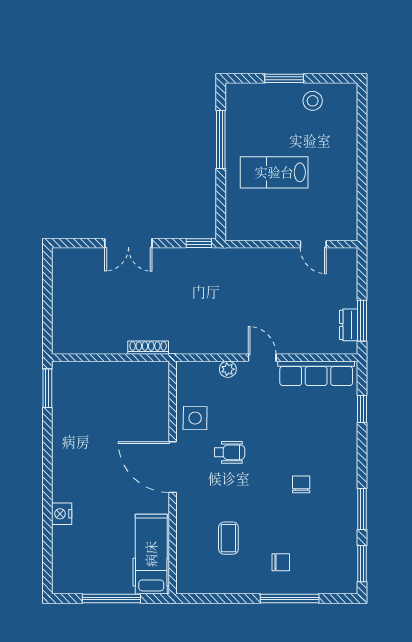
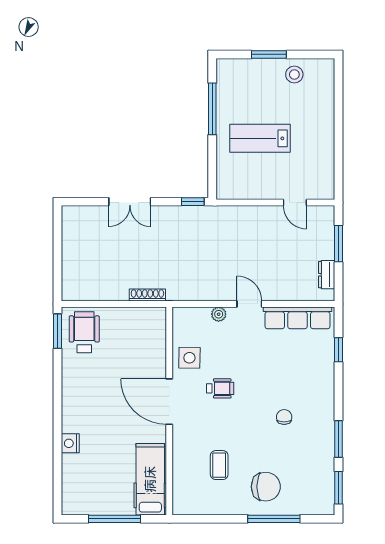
window: (362, 321) -> (338, 244), moved
wheelchair: (77, 390) -> (84, 332), added
chair: (281, 562) -> (266, 487), width x1.87, depth x1.87

